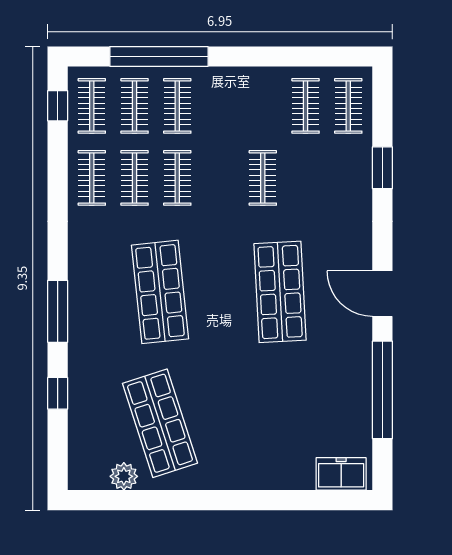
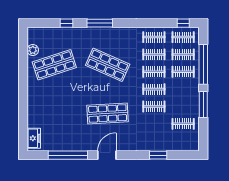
window: (258, 56) -> (203, 104), added
clothes rail: (348, 106) -> (154, 89), moved
shop shelf: (160, 292) -> (108, 65), turned 30

